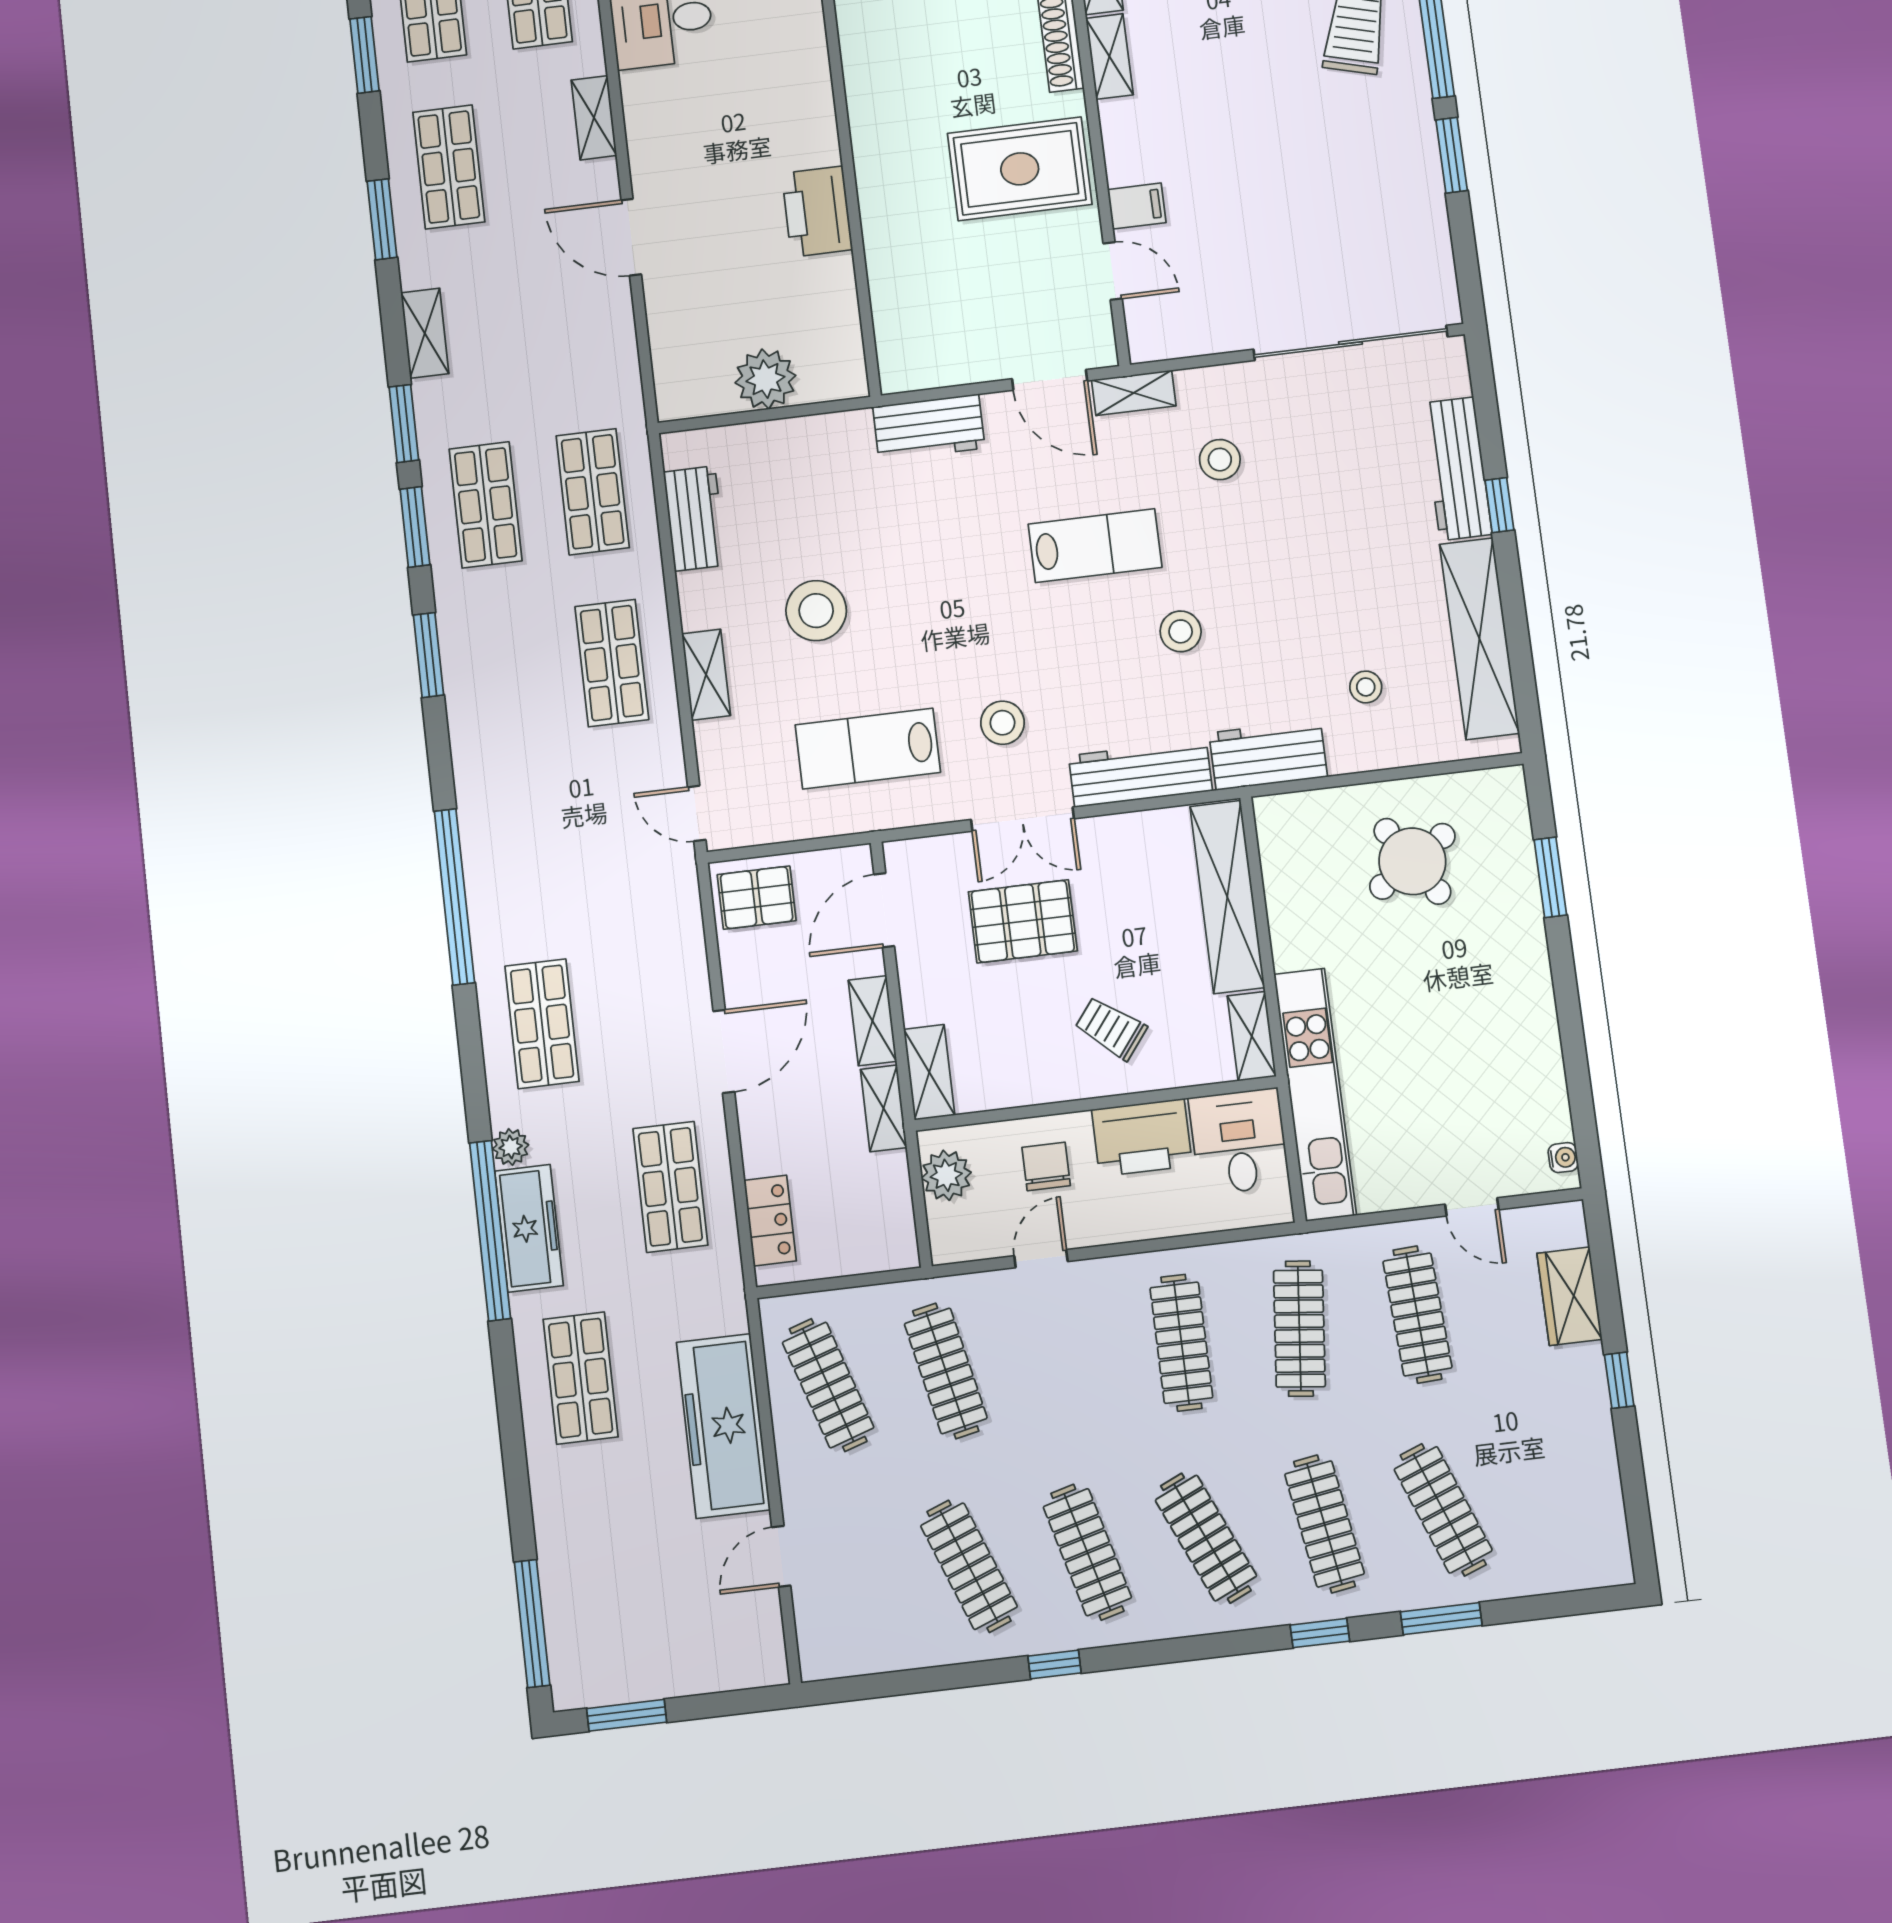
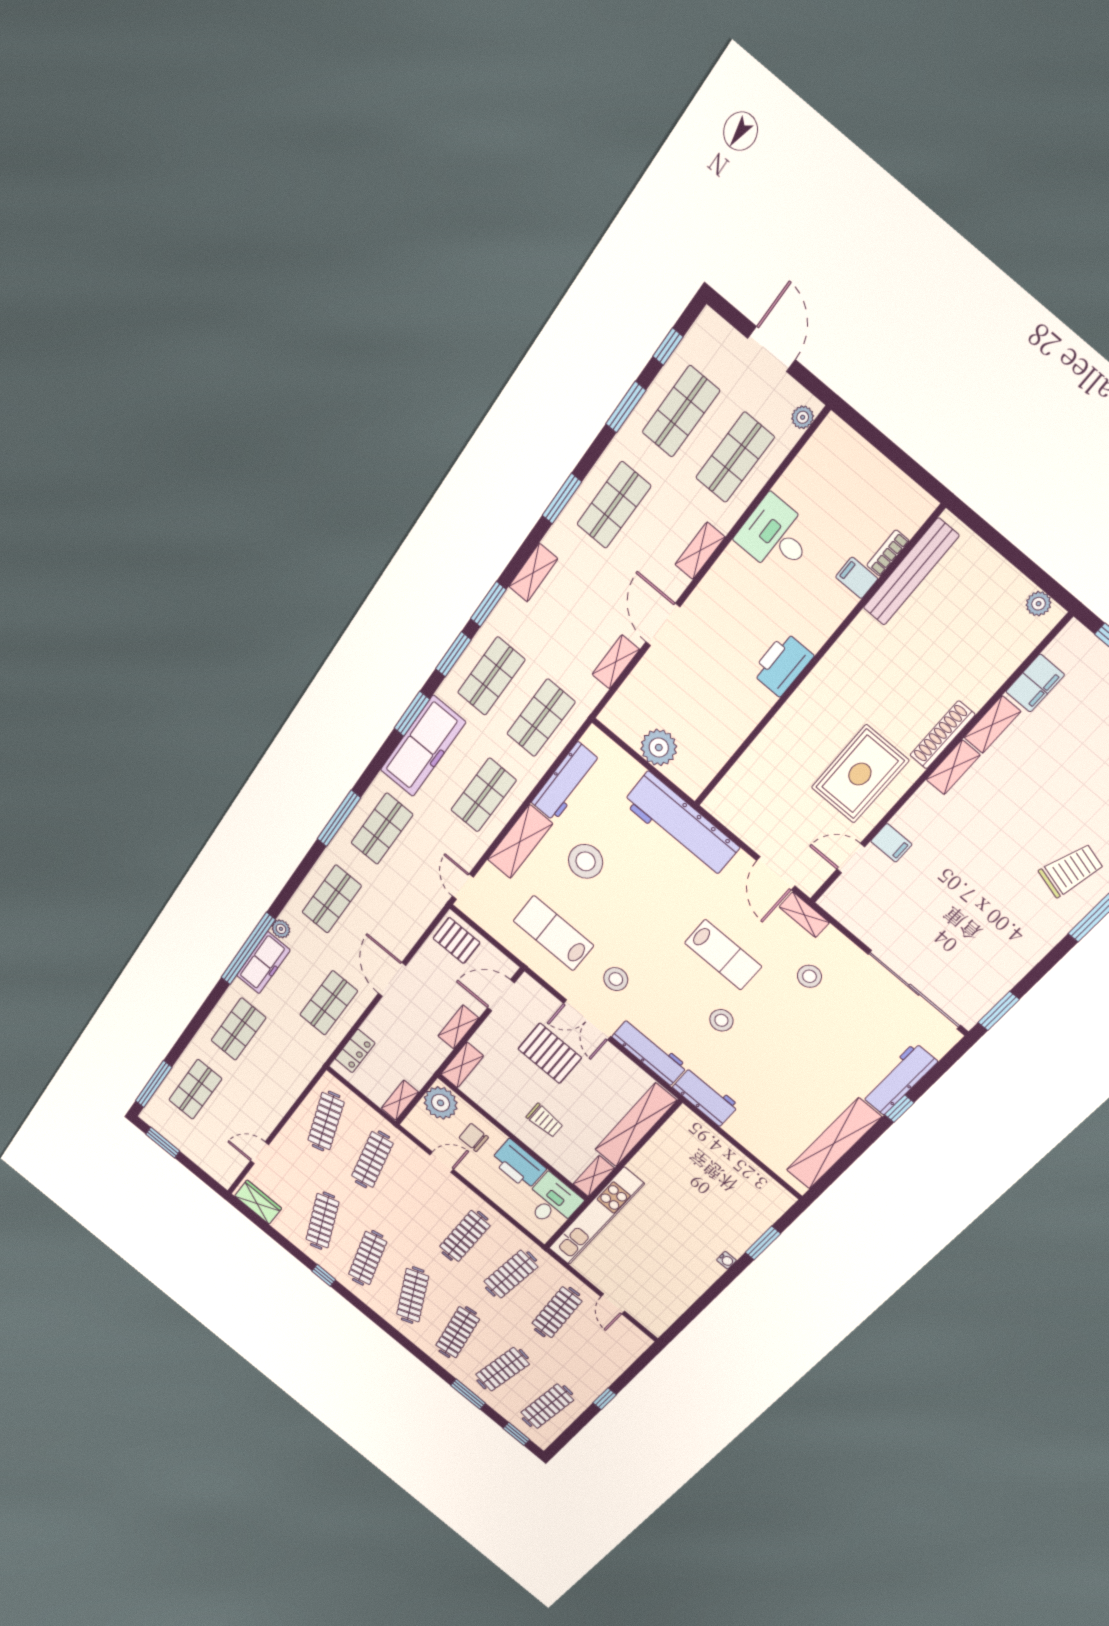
window: (1452, 155) -> (999, 1011), moved
rug: (1020, 169) -> (860, 774), turned 90
printer: (817, 212) -> (782, 664), moved
door: (1113, 271) -> (851, 858), swing flipped
shelving: (618, 334) -> (616, 662), added
workbench: (929, 427) -> (681, 825), width x1.88, depth x1.32
workbench: (695, 518) -> (566, 782), width x1.38
shelving: (706, 675) -> (520, 842), width x1.50, depth x1.33
stool: (1366, 687) -> (770, 1114), removed
shop shelf: (523, 849) -> (382, 829), added
round table: (1412, 861) -> (718, 1186), removed
window: (454, 897) -> (339, 818), width x0.68
trolley: (1111, 1028) -> (545, 1121), turned 142
door: (724, 1052) -> (392, 980), swing flipped
shelving: (884, 1108) -> (400, 1100), moved
water cooler: (1563, 1158) -> (726, 1260), moved
chair: (1046, 1166) -> (474, 1137), turned -90
plant: (946, 1175) -> (441, 1103), width x1.36, depth x1.36
wardrobe: (1570, 1296) -> (258, 1202), moved, turned 90
freezer: (723, 1426) -> (423, 746), moved, turned 180
clothes rail: (1562, 1496) -> (547, 1406), added
clothes rail: (1443, 1510) -> (502, 1369), turned 30
shop shelf: (600, 1558) -> (195, 1089), added
window: (1320, 1633) -> (516, 1434), moved

